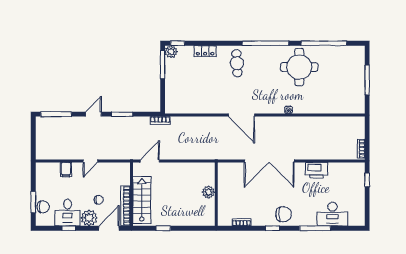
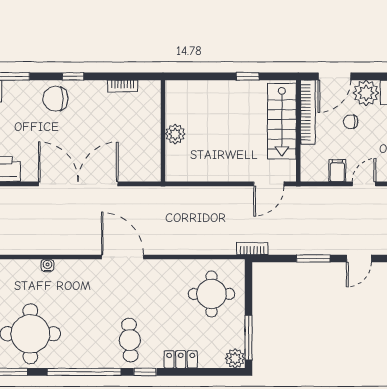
window: (178, 43) -> (145, 372), moved
round table: (186, 92) -> (211, 294), added
filing cabinet: (107, 169) -> (337, 171), added

